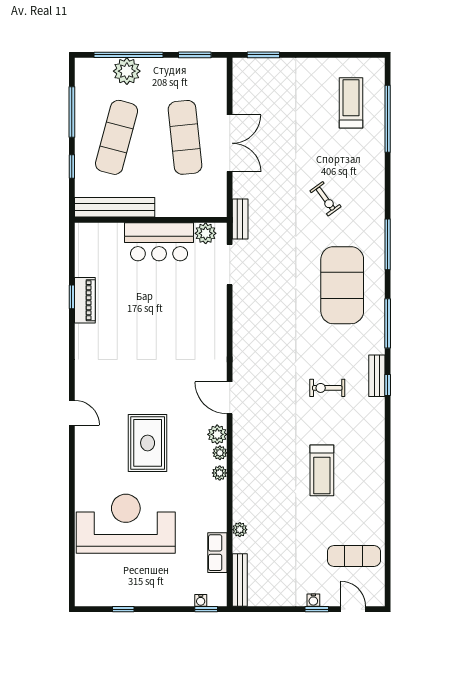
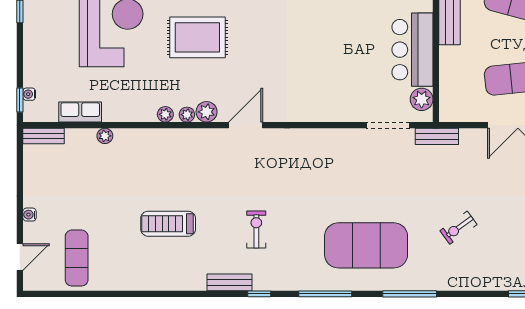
bench: (377, 376) -> (230, 282), moved
bench: (240, 580) -> (44, 136), width x0.73
window: (317, 609) -> (20, 218), removed

